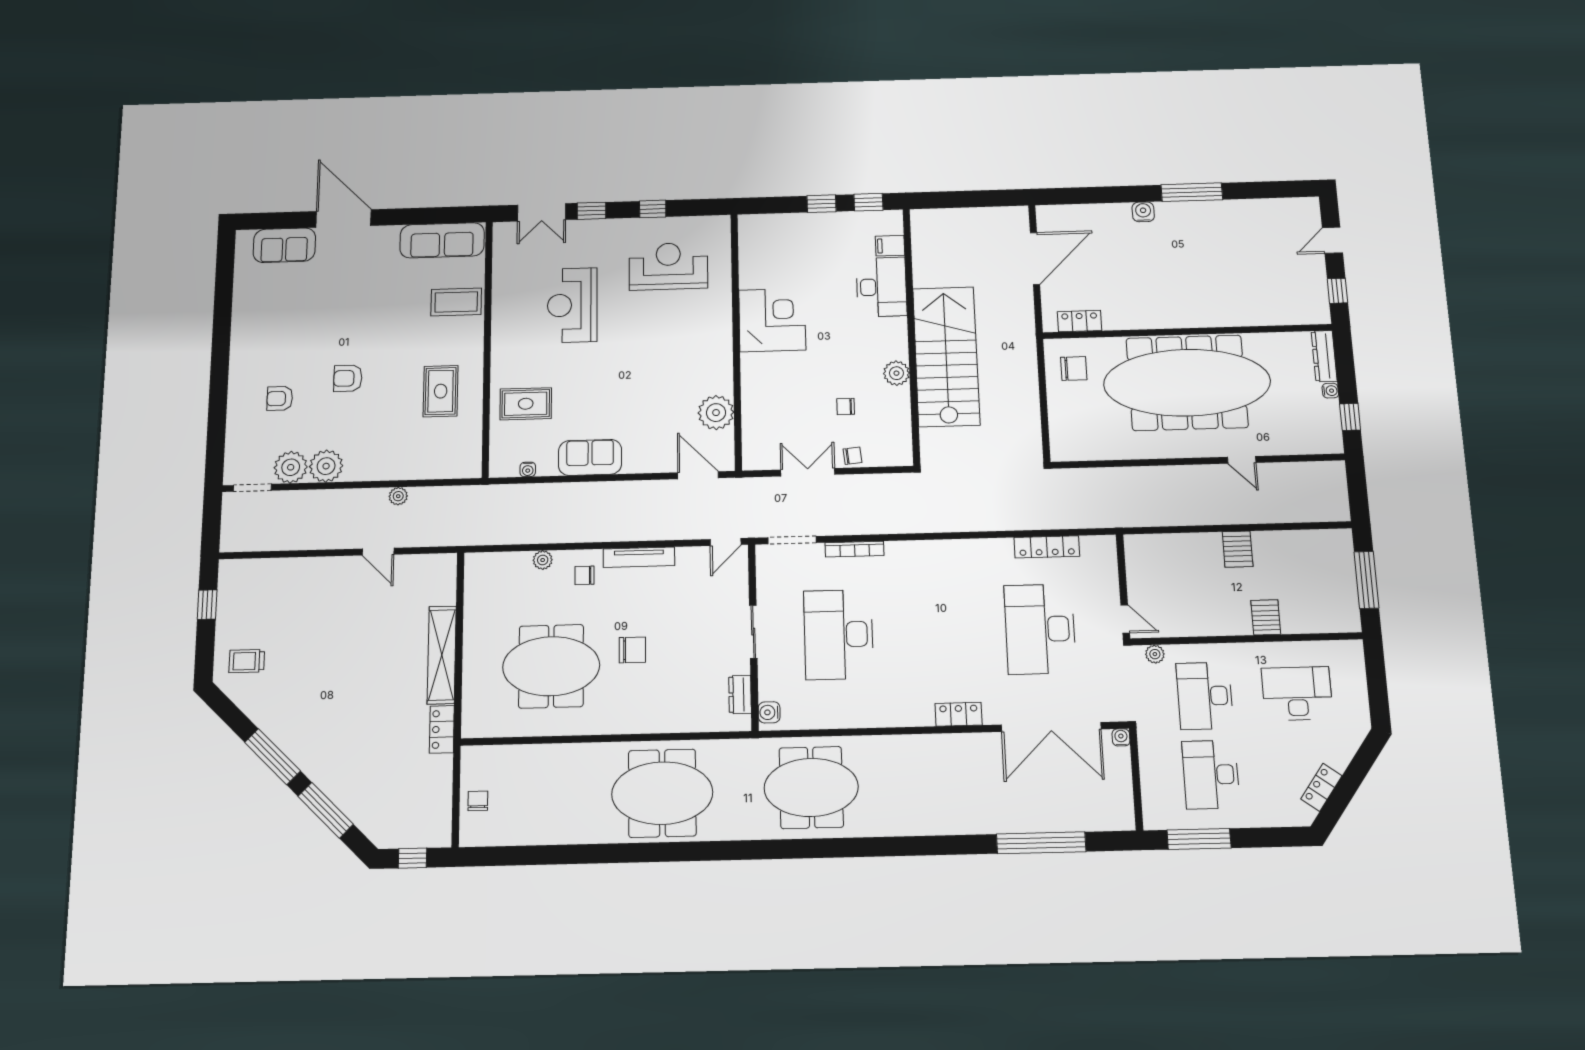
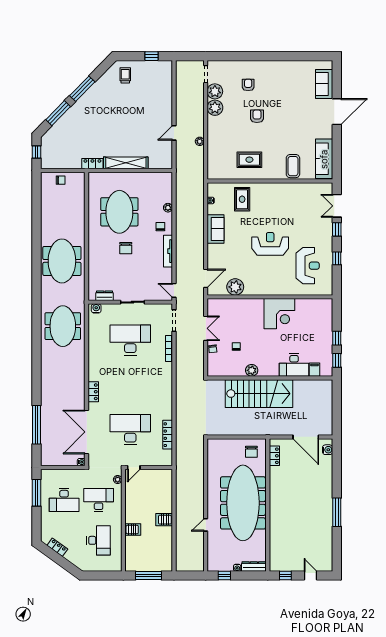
water cooler: (1143, 212) -> (328, 450), moved
reception desk: (572, 305) -> (270, 244), moved
desk: (1211, 775) -> (64, 500), turned 180

